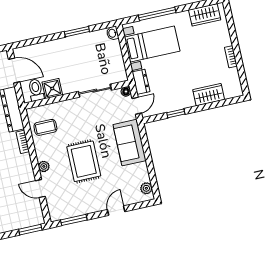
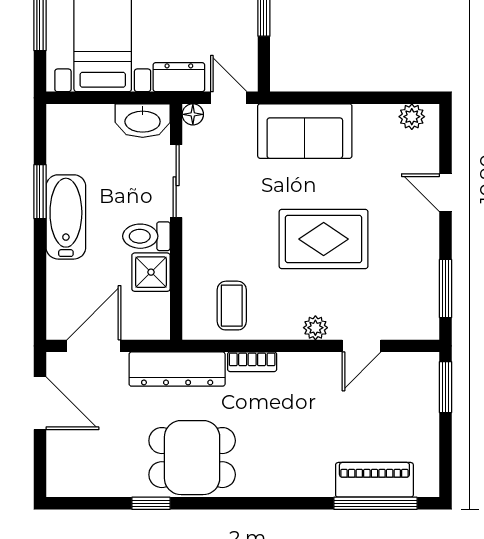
washbasin: (113, 33) -> (143, 121), moved, width x1.91, depth x1.45
bathtub: (68, 46) -> (66, 217), added
toilet: (36, 90) -> (146, 236), moved

